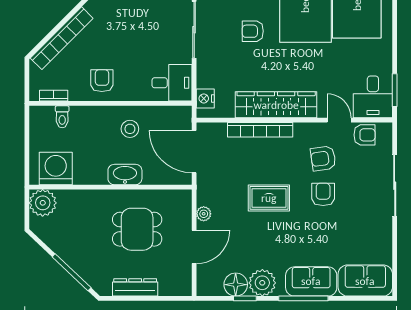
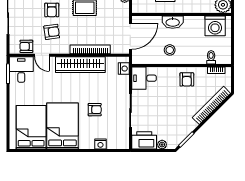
door: (194, 152) -> (130, 36), hinge flipped

